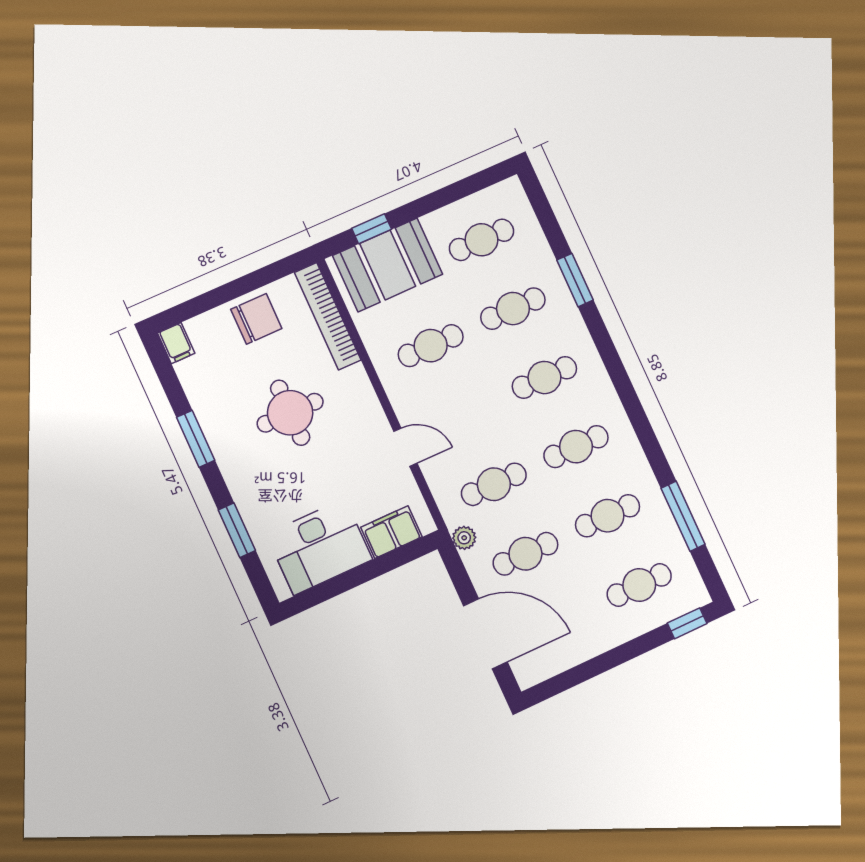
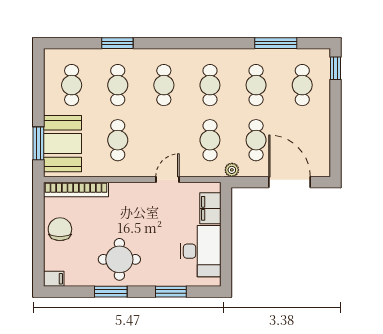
window: (372, 229) -> (38, 143), width x1.50
round table: (290, 413) -> (119, 259), moved
door: (485, 634) -> (290, 182), hinge flipped

